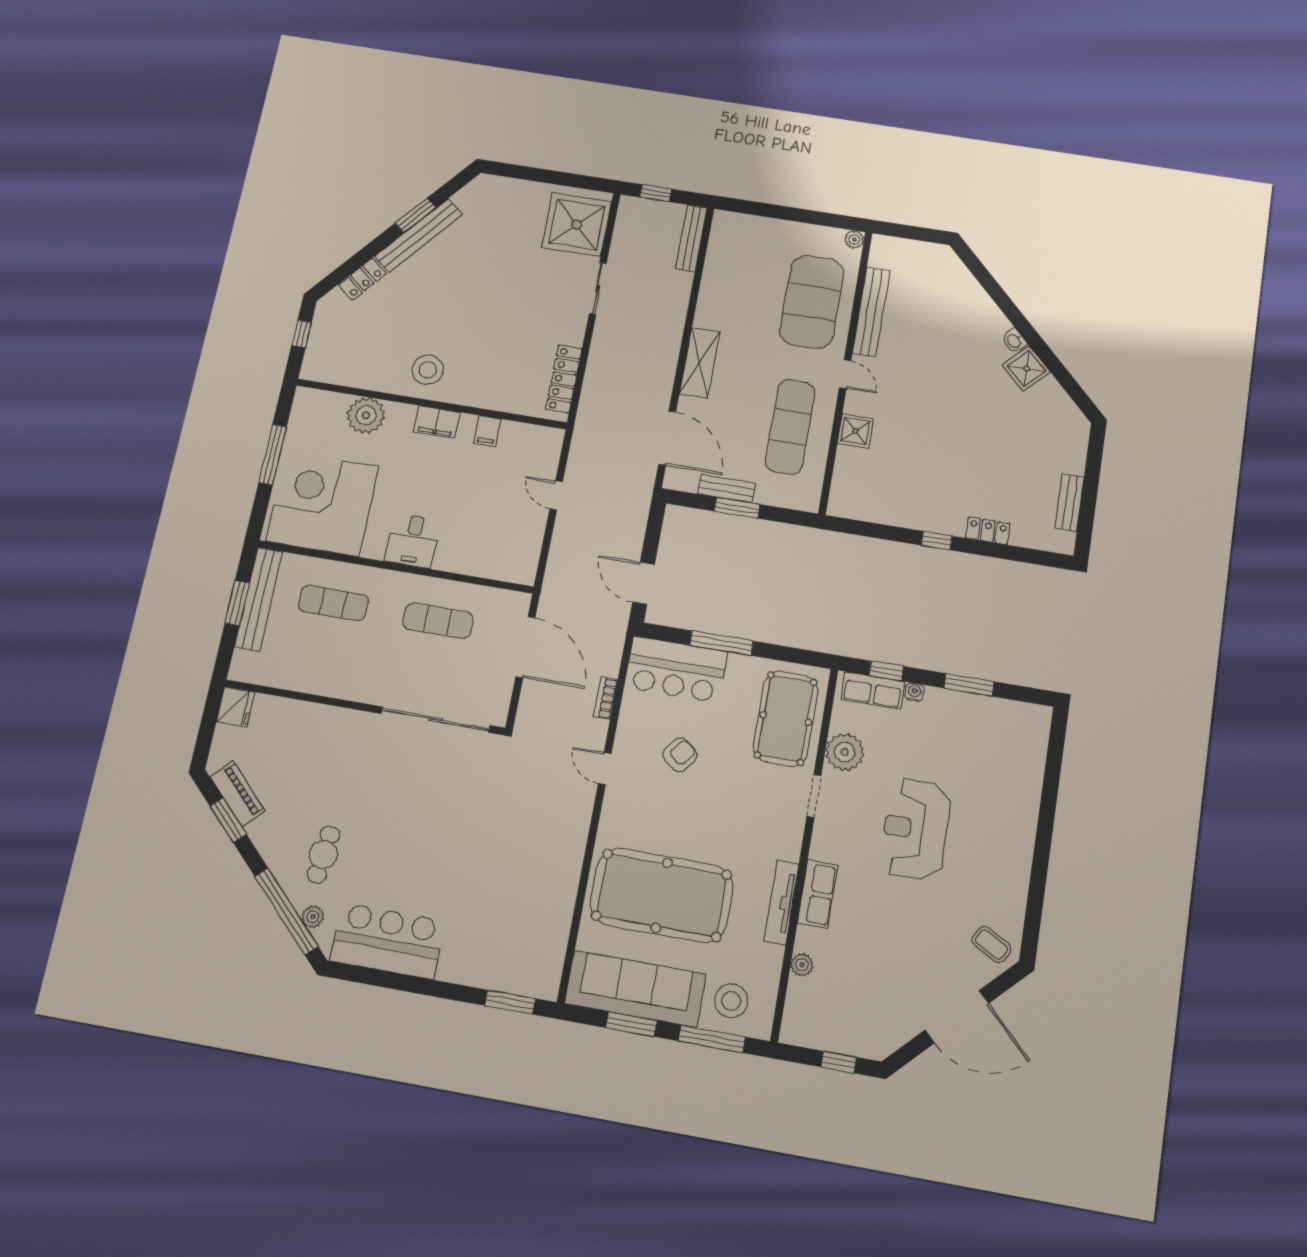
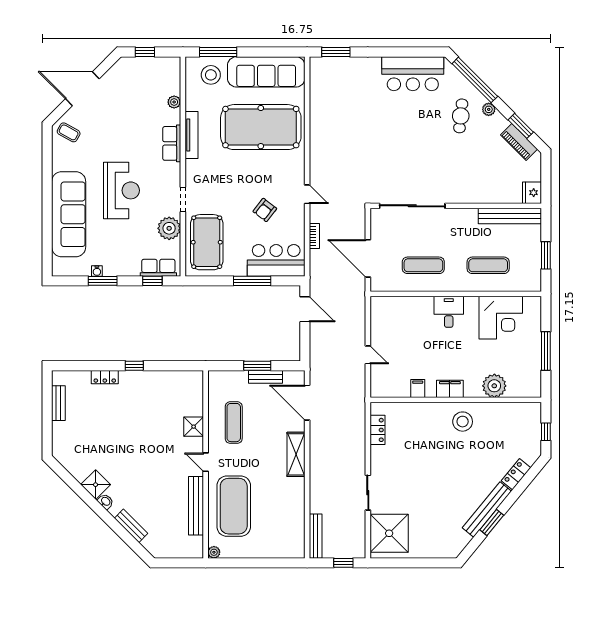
bench: (979, 298) -> (131, 526), added
locker: (564, 379) -> (377, 430), width x0.66
exercise mat: (790, 427) -> (234, 423), width x0.73, depth x0.69
corner desk: (322, 504) -> (501, 318), width x0.74, depth x0.74
bench: (259, 599) -> (510, 216), moved, turned 90
water cooler: (914, 692) -> (97, 271), moved
sofa: (1011, 805) -> (69, 214), added
plant: (313, 917) -> (489, 109), moved
window: (631, 1024) -> (265, 52), removed

